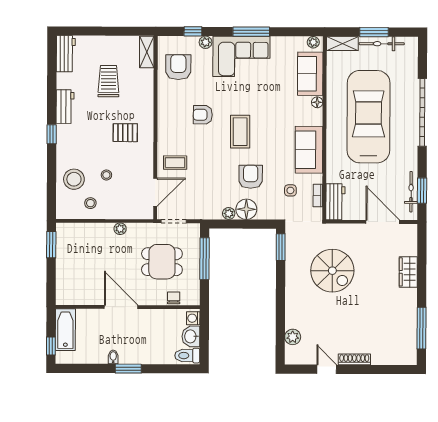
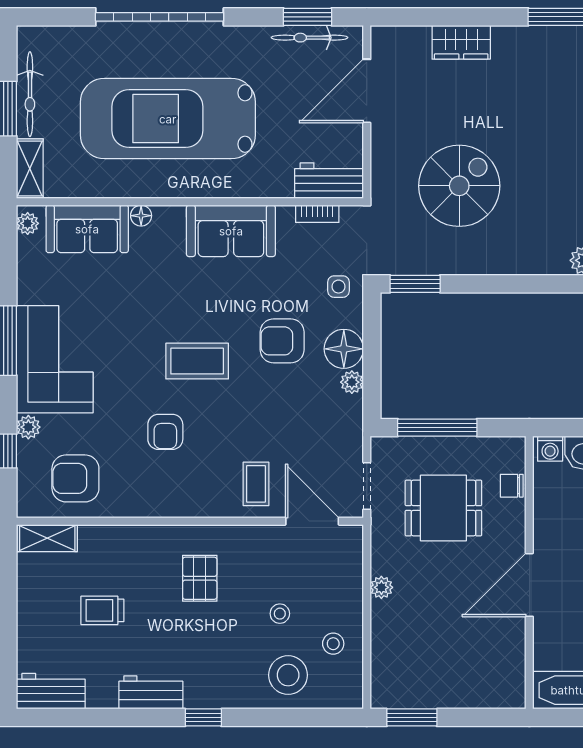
trolley: (108, 81) -> (102, 610), width x0.73, depth x0.72
side table: (290, 190) -> (339, 287), moved
dining table: (162, 262) -> (443, 508), turned 90

